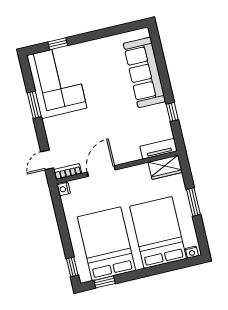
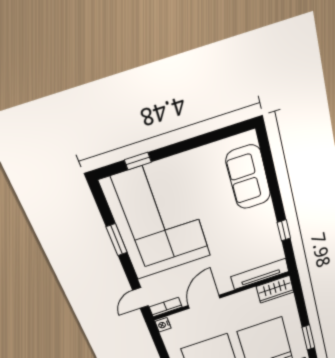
sofa: (144, 72) -> (248, 177), width x0.73
corner sofa: (57, 82) -> (157, 220), width x1.36, depth x1.36
tv unit: (159, 149) -> (260, 274), width x1.41
window: (193, 202) -> (308, 337), moved

